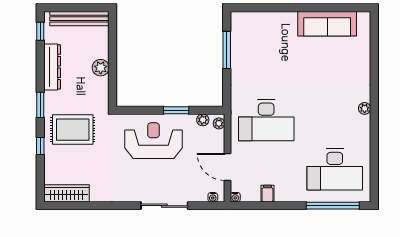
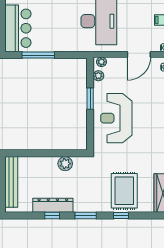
bar counter: (258, 26) -> (18, 28), added
window: (40, 31) -> (52, 216), moved
plant: (101, 68) -> (65, 164), moved
rug: (73, 130) -> (124, 191), moved

